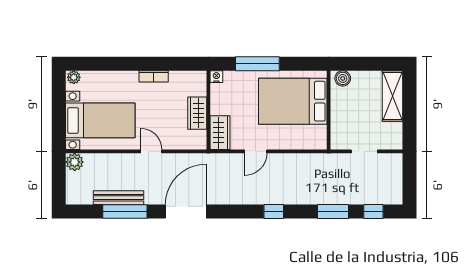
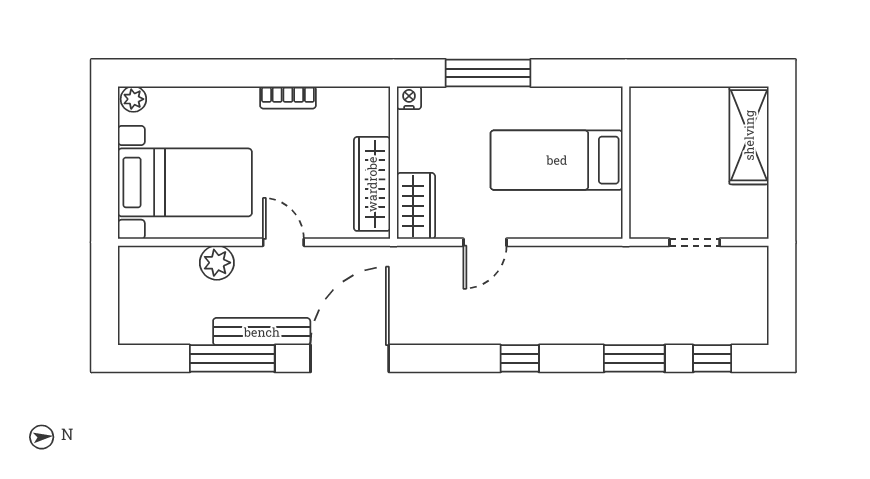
boiler: (343, 78) -> (653, 101), removed
bed: (293, 101) -> (557, 160), width x0.67
wardrobe: (197, 113) -> (372, 184), width x1.50
plant: (75, 162) -> (217, 263), moved
bench: (118, 198) -> (262, 332), moved

